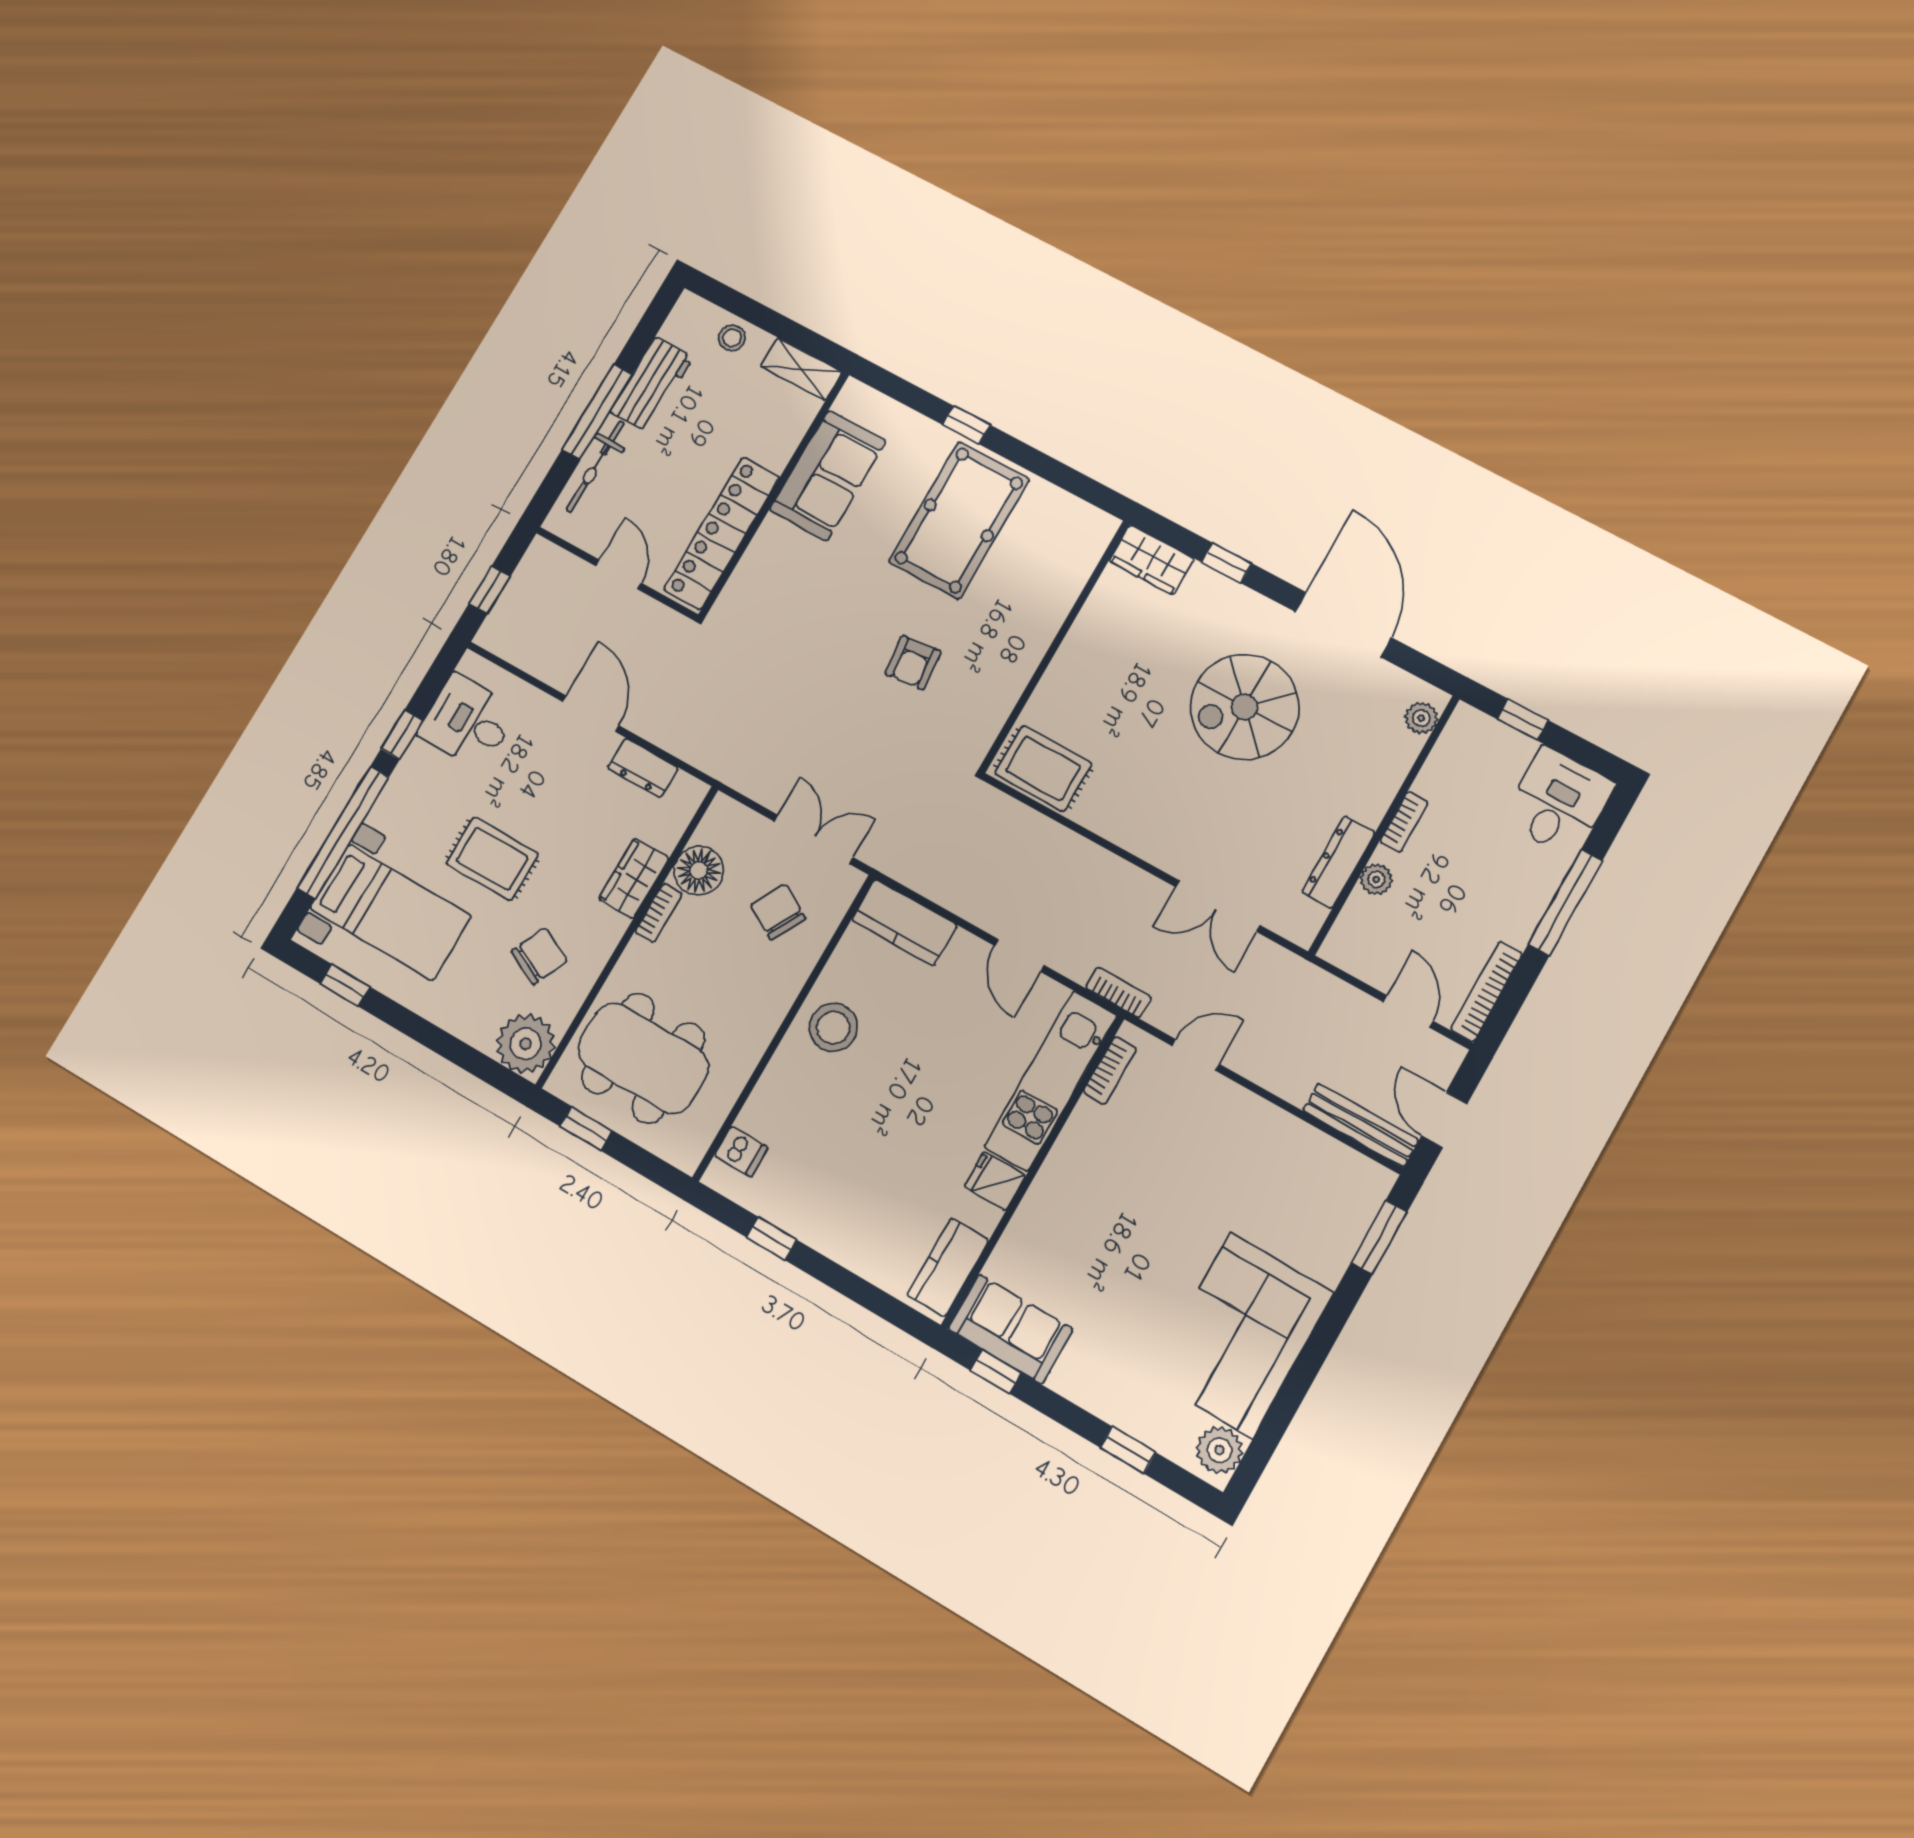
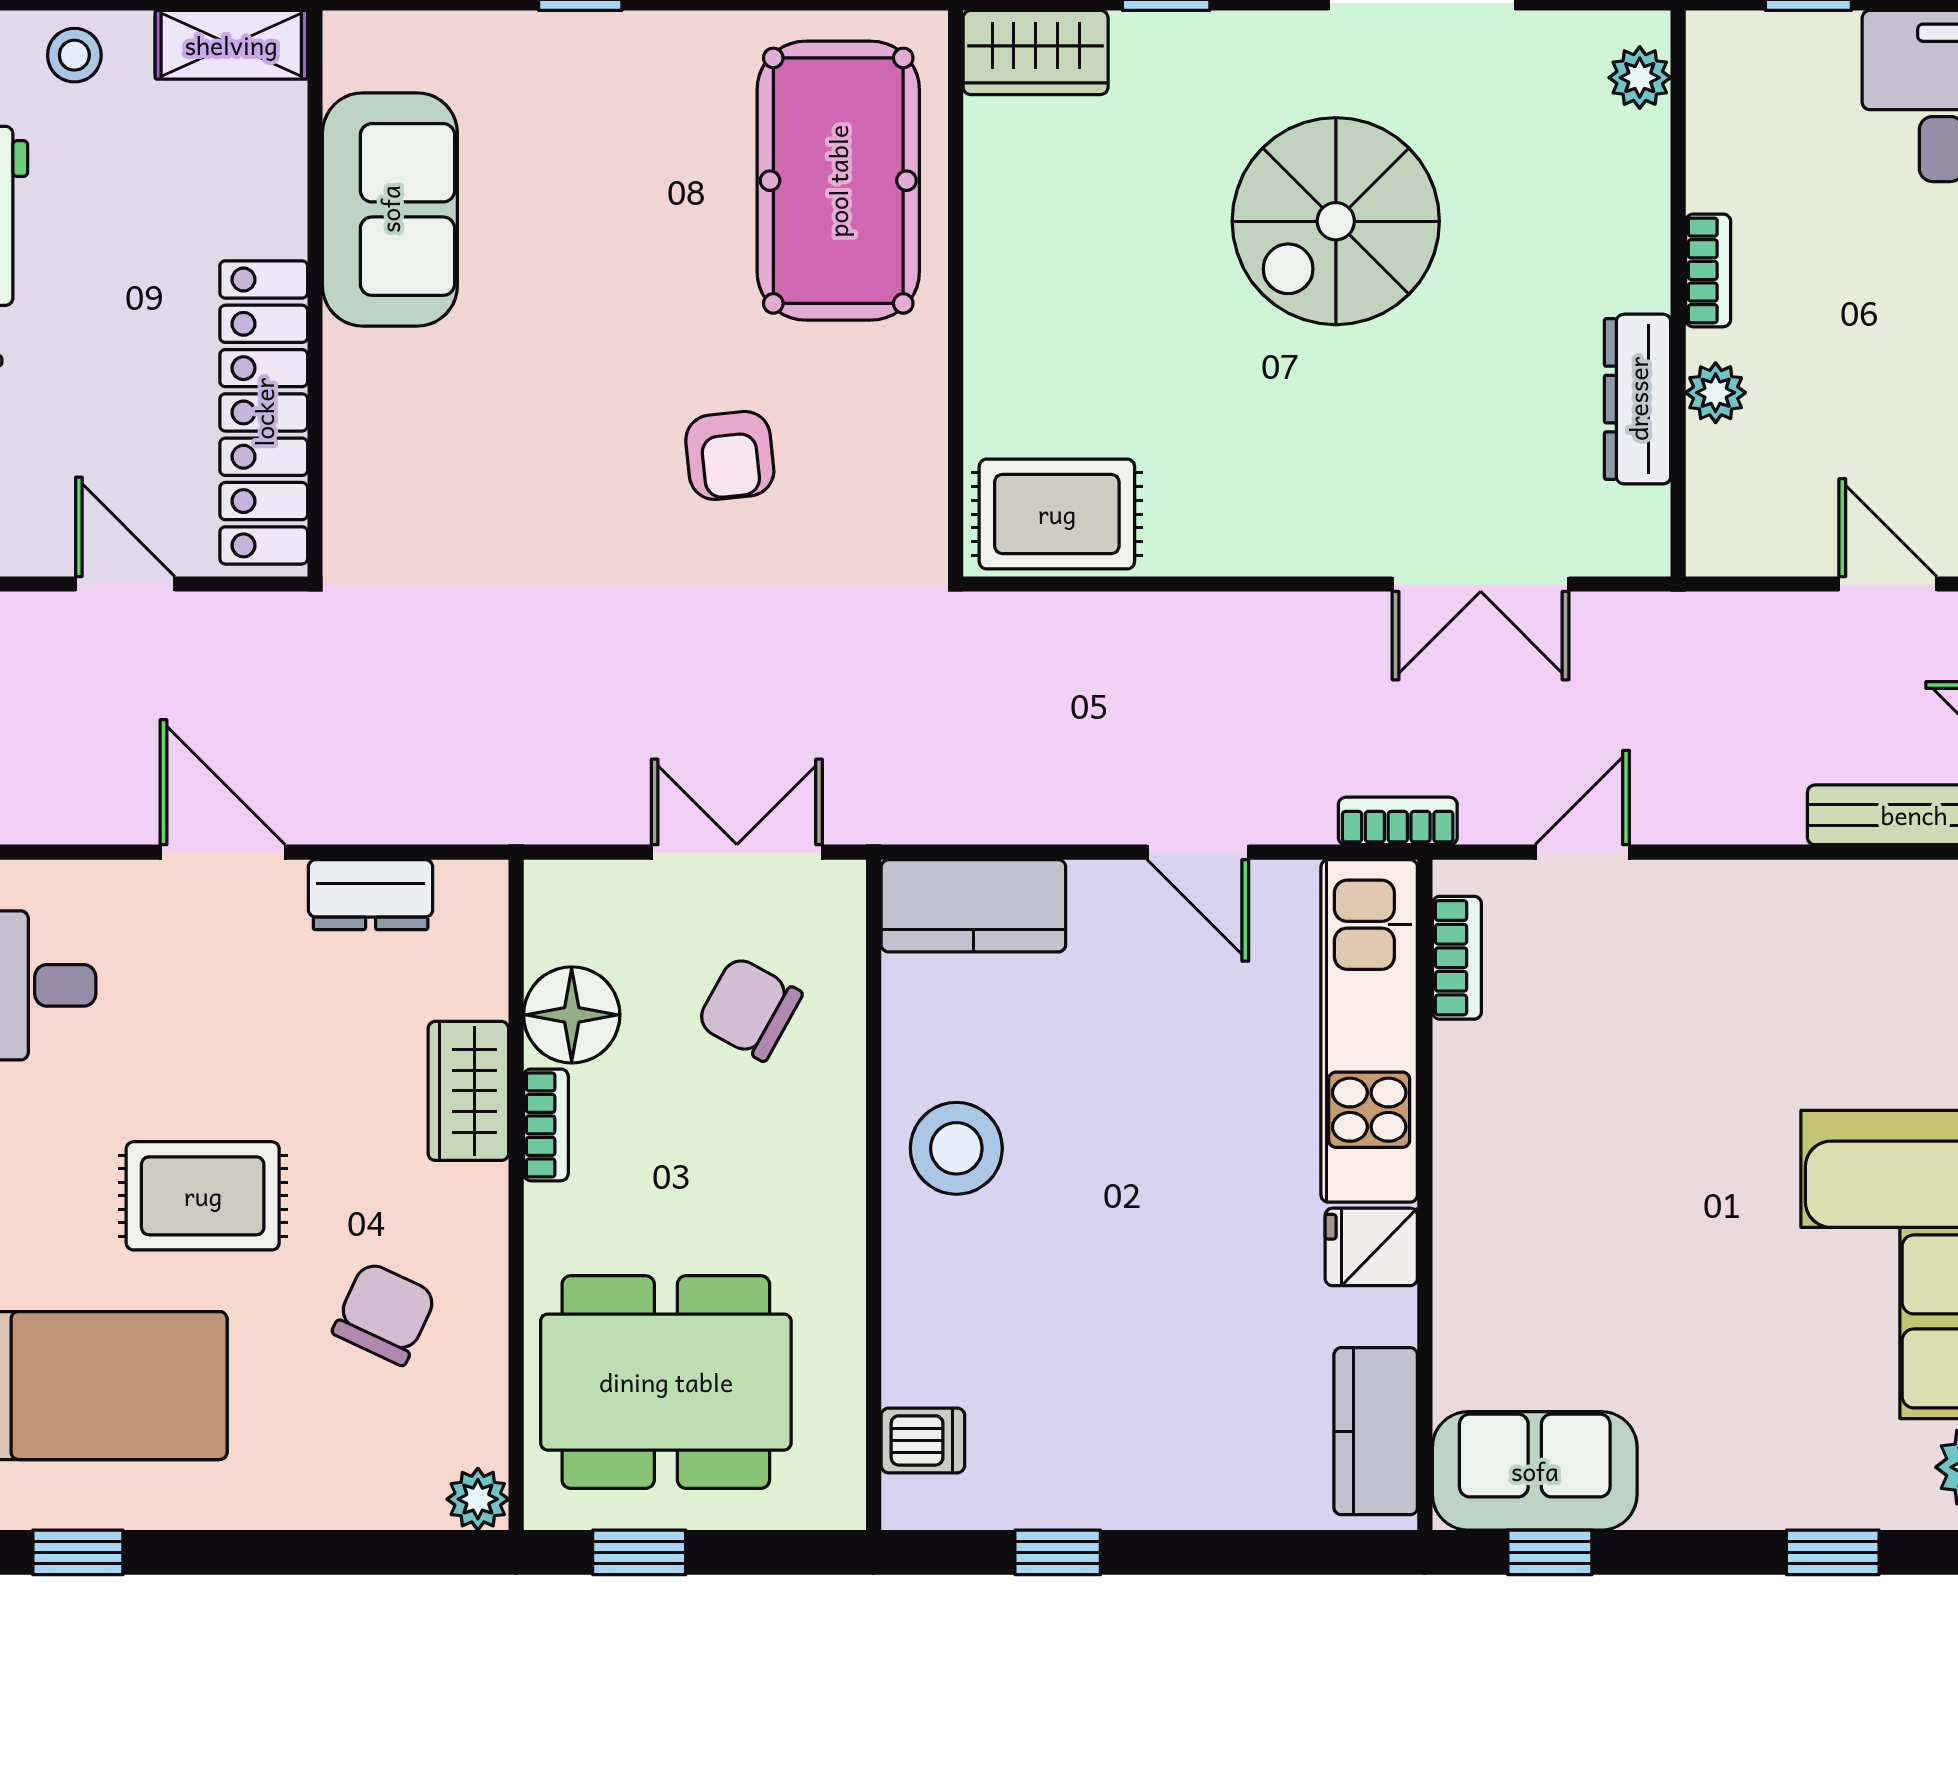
pool table: (959, 520) -> (838, 181), moved
plant: (526, 1044) -> (478, 1499), width x0.53, depth x0.53

